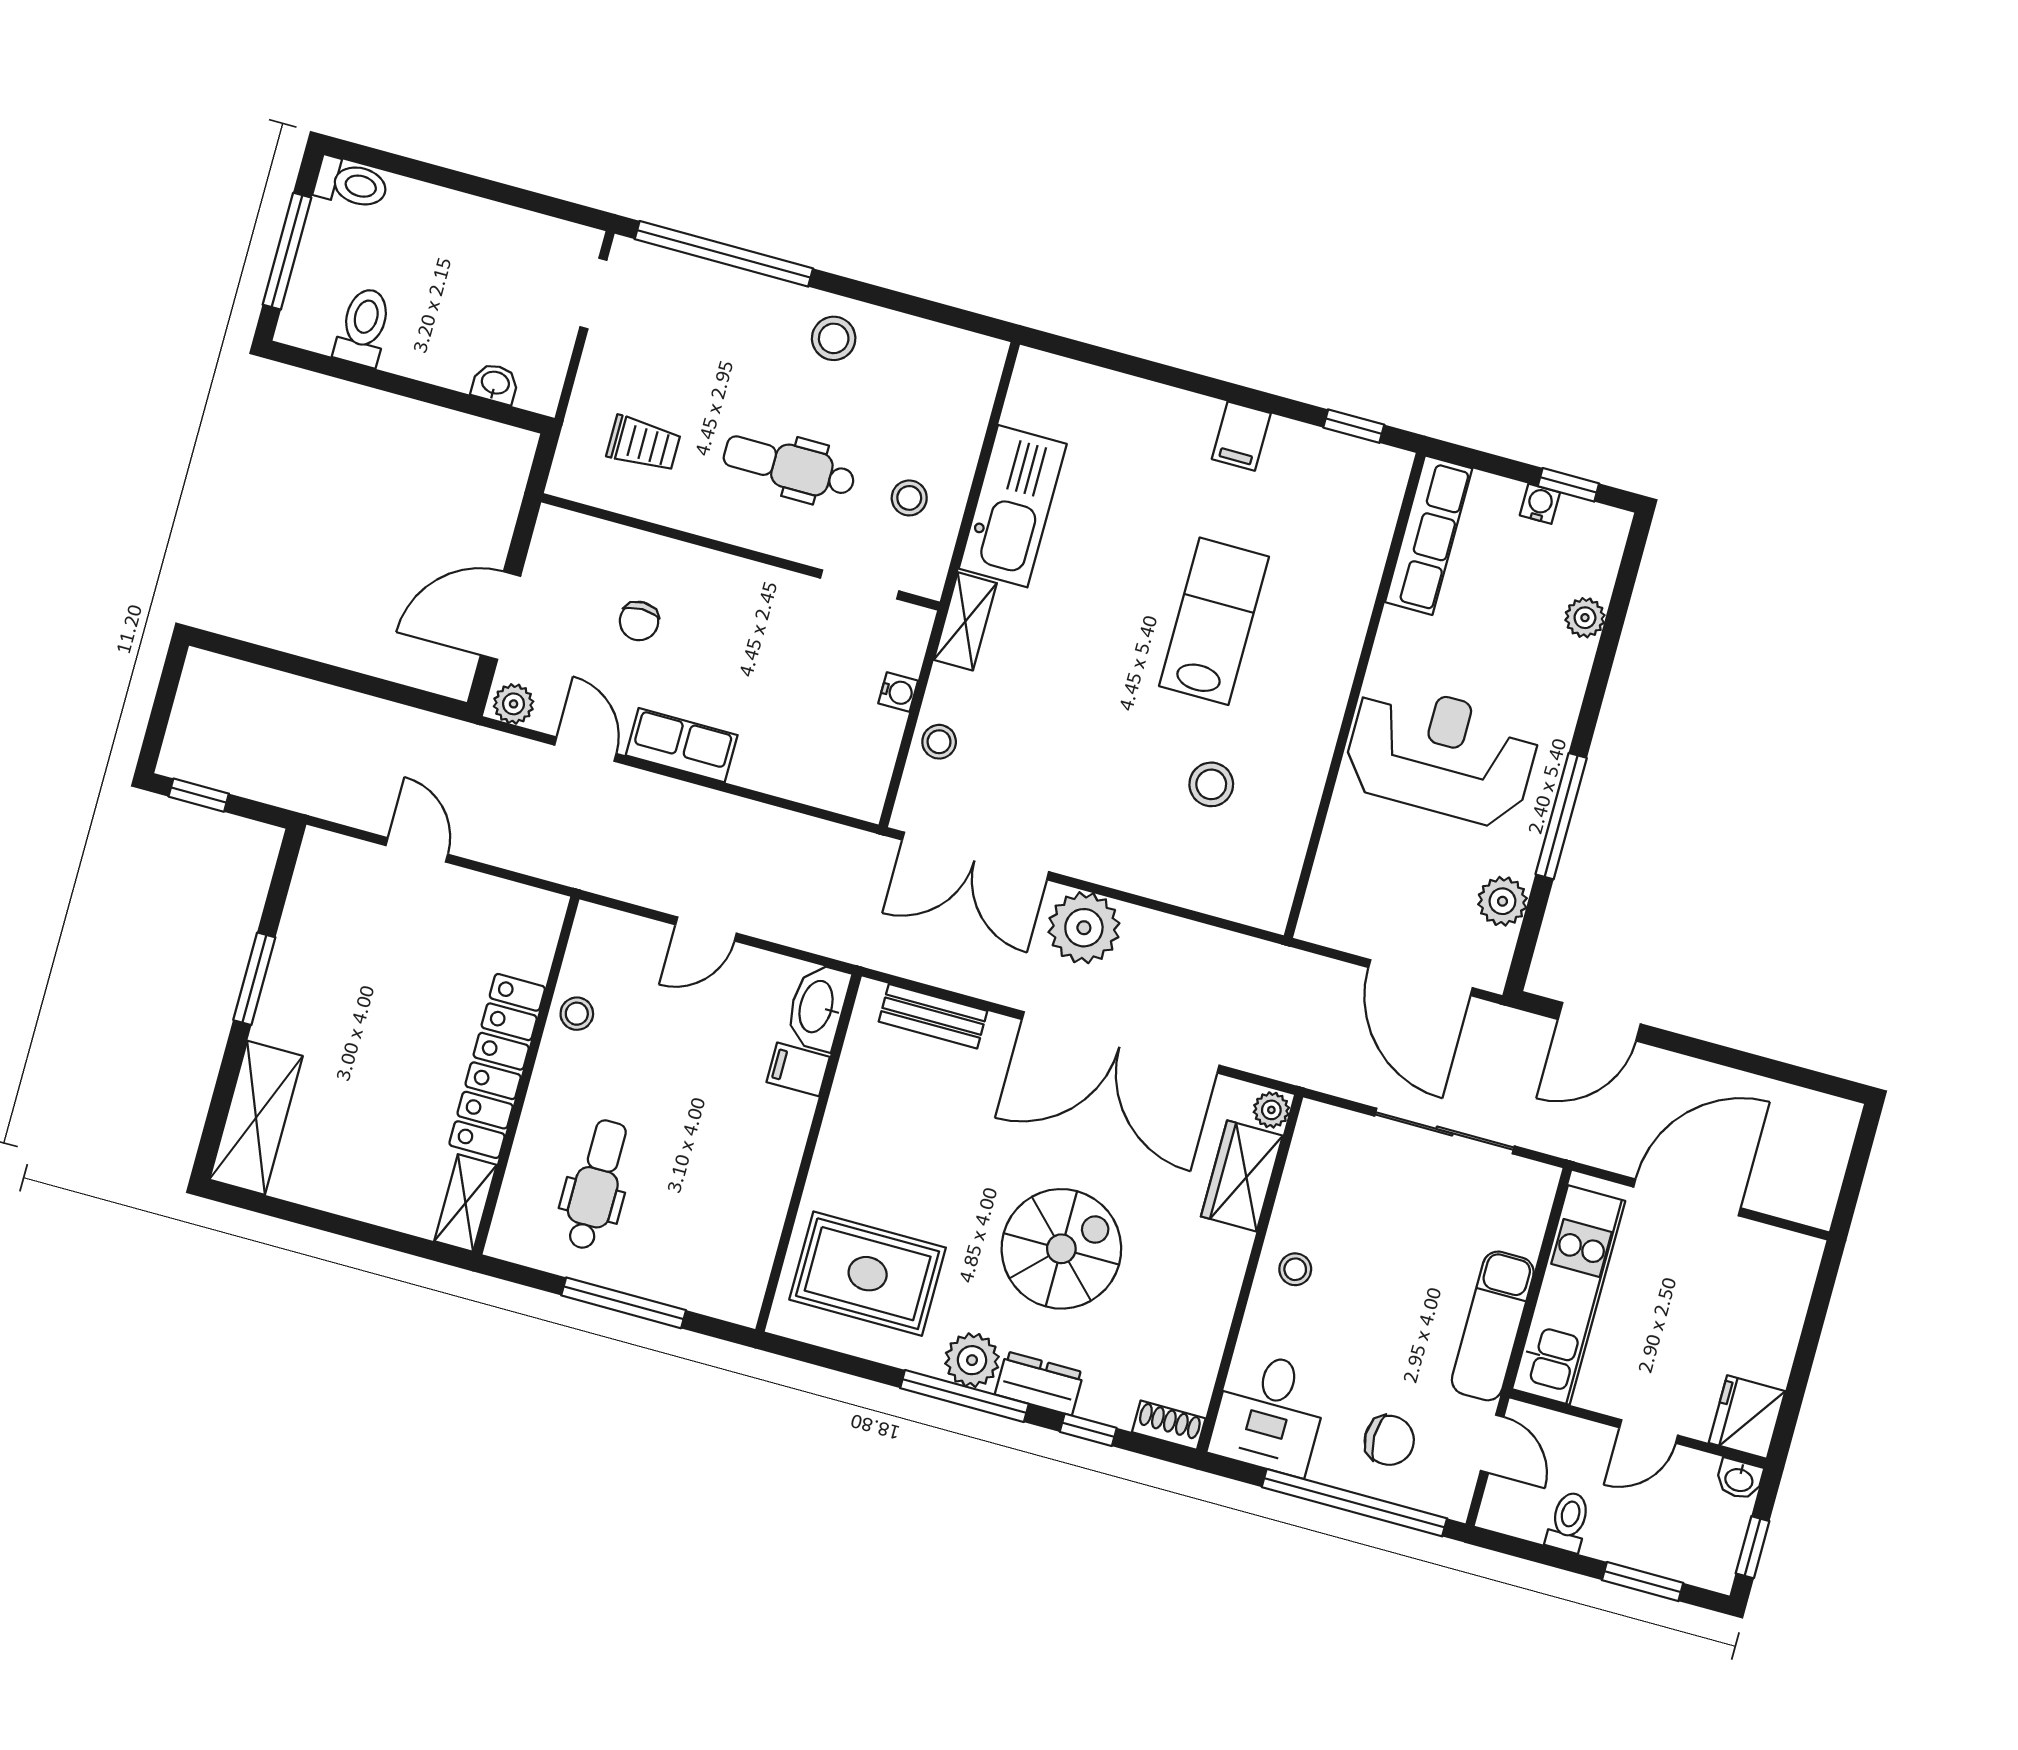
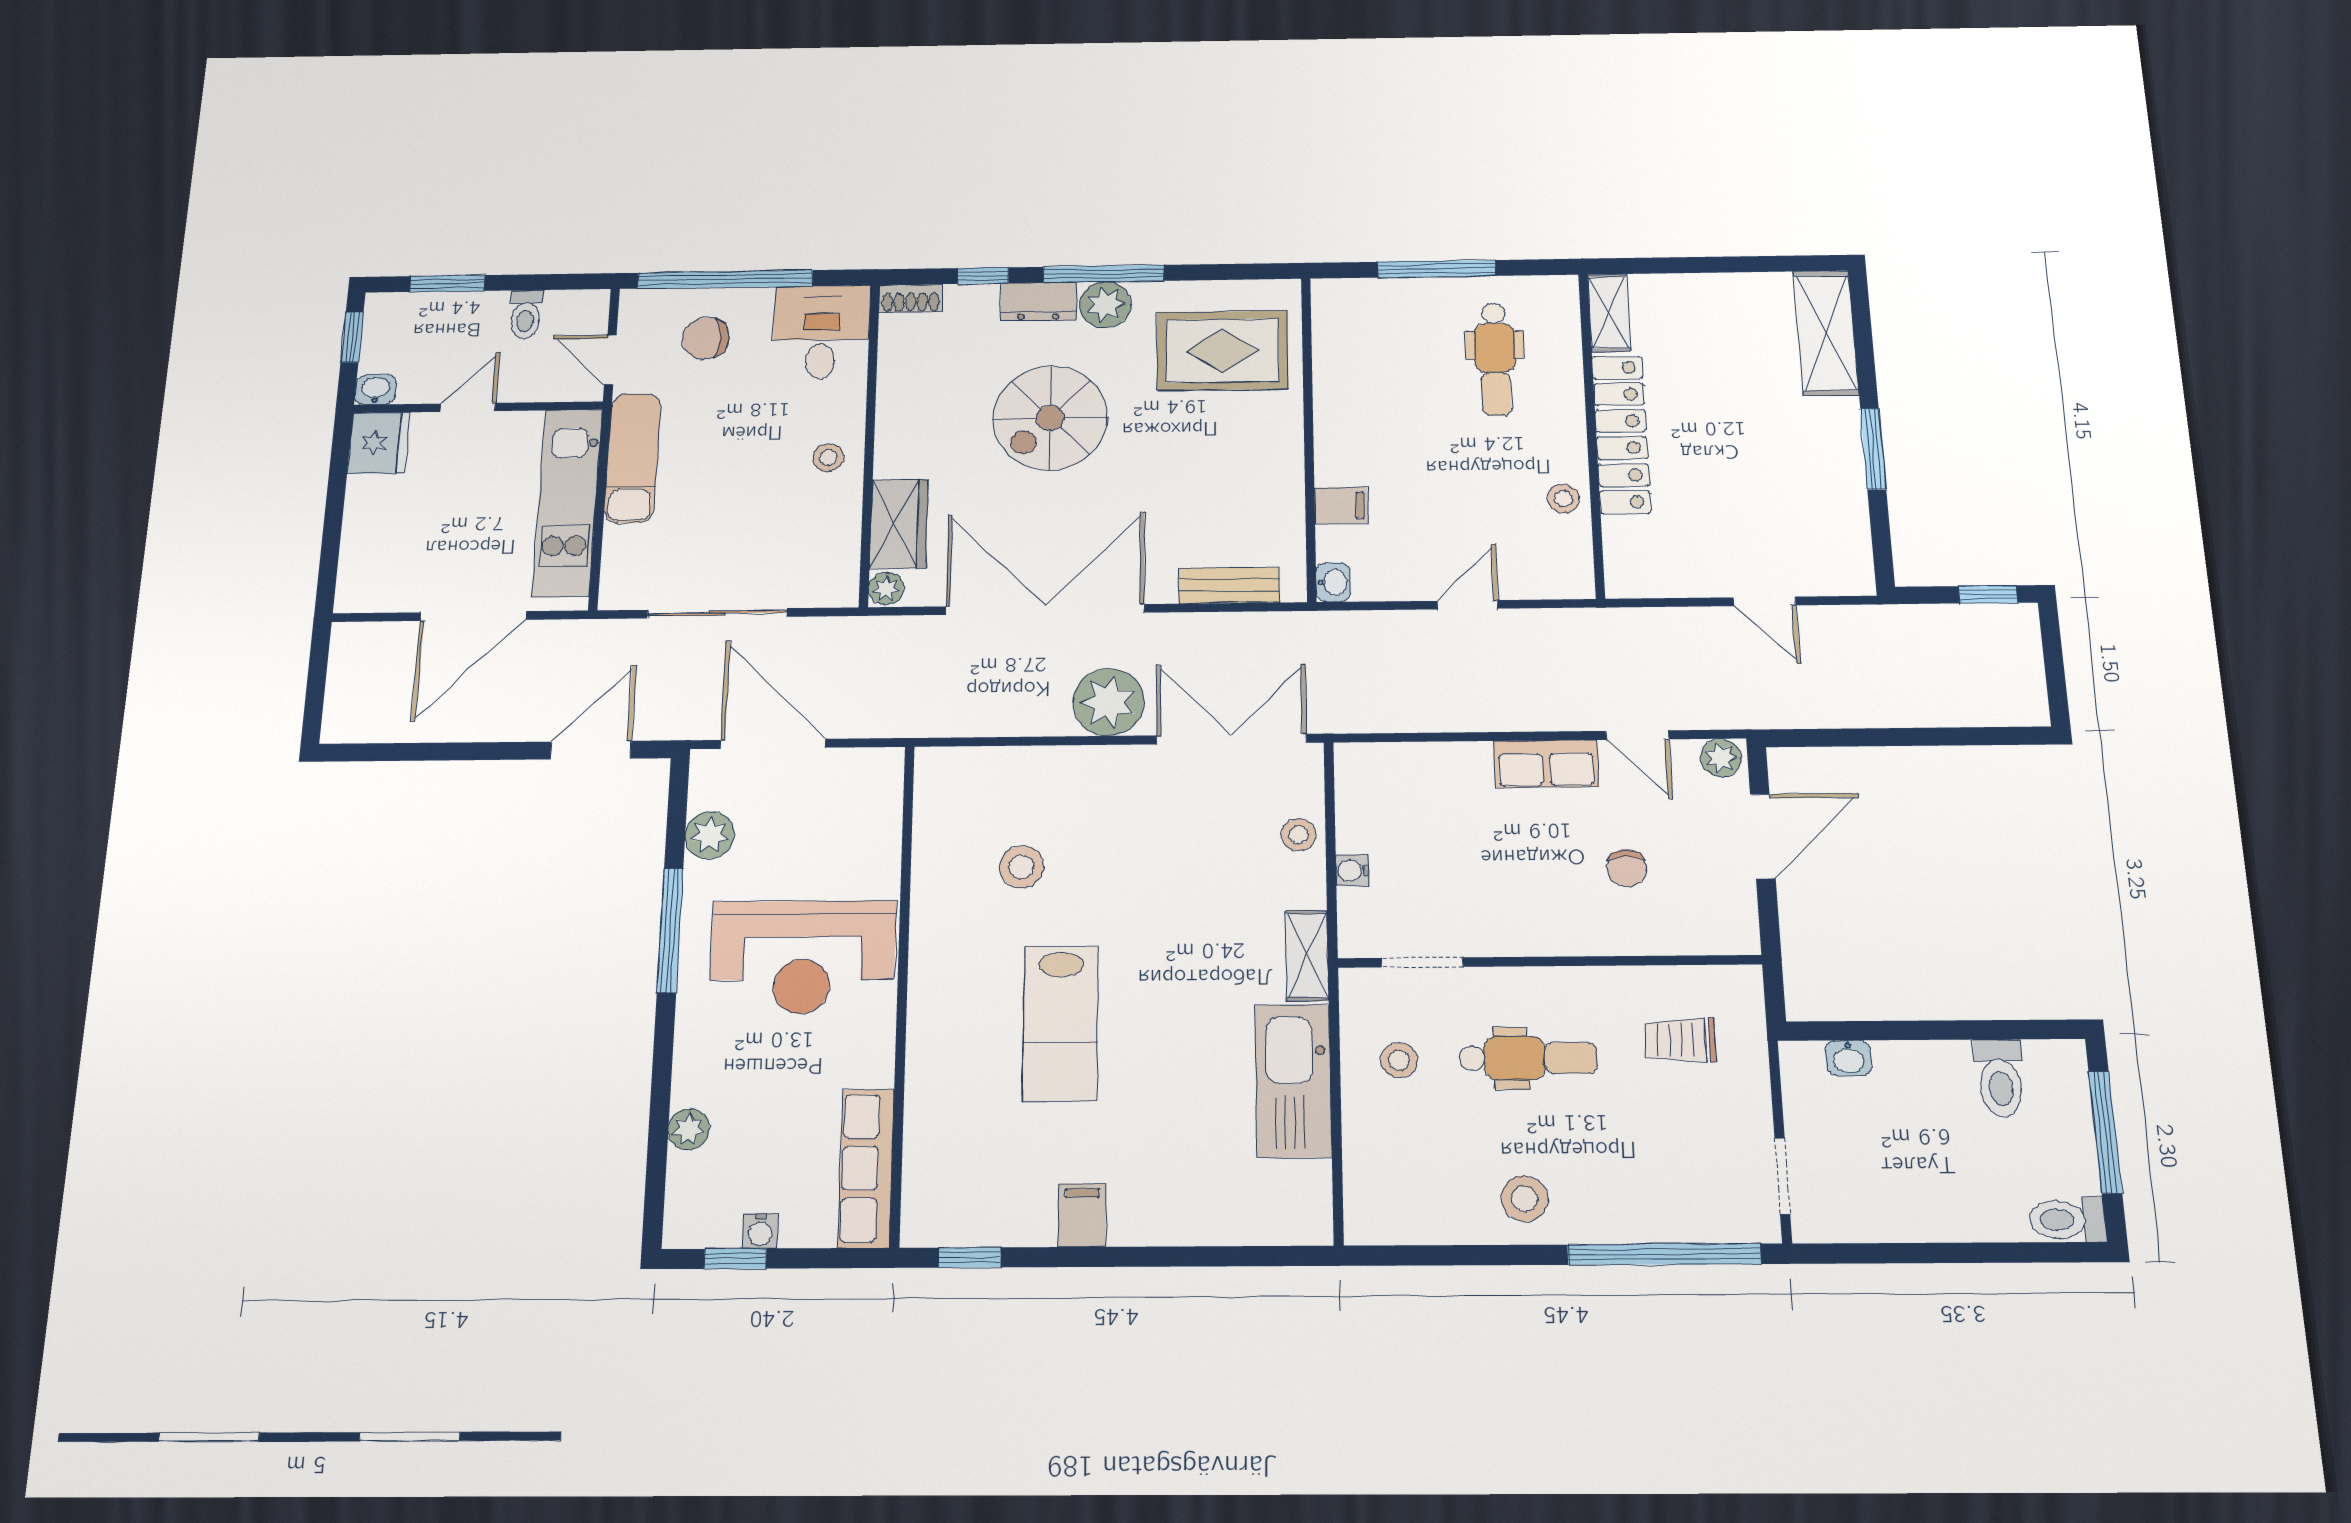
chair: (639, 621) -> (1627, 868), turned 180
washbasin: (817, 1007) -> (1333, 582), width x0.52, depth x0.69

